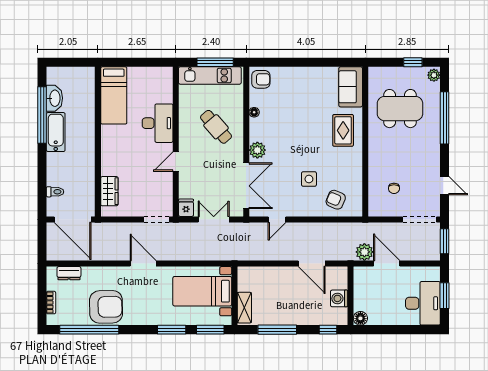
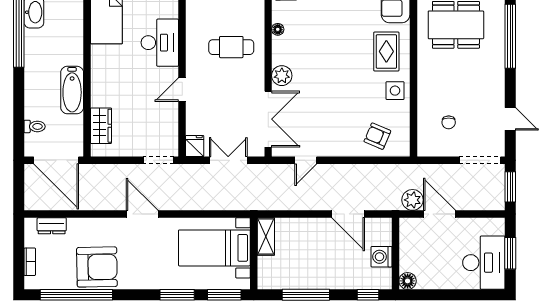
cafe table: (216, 127) -> (231, 47), turned -49
bathtub: (56, 132) -> (72, 90), moved, turned 180
side table: (309, 179) -> (395, 91), moved
shelving: (244, 308) -> (266, 237), moved

